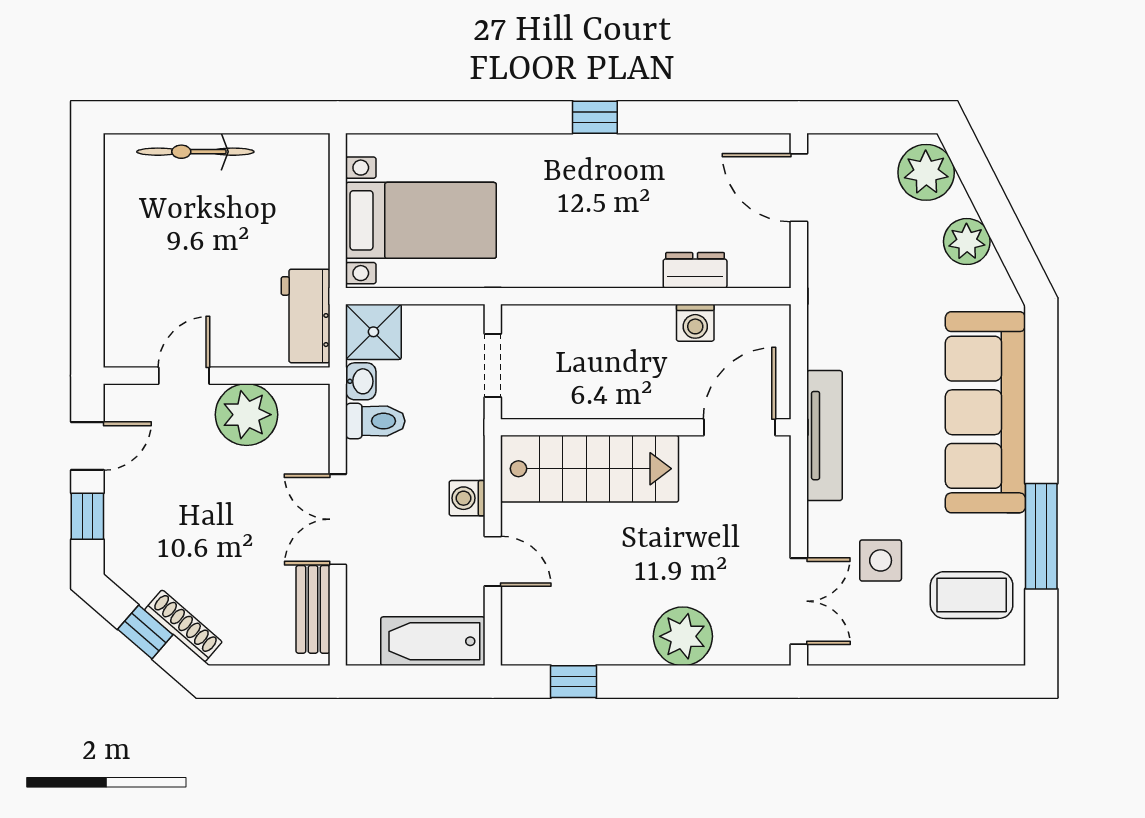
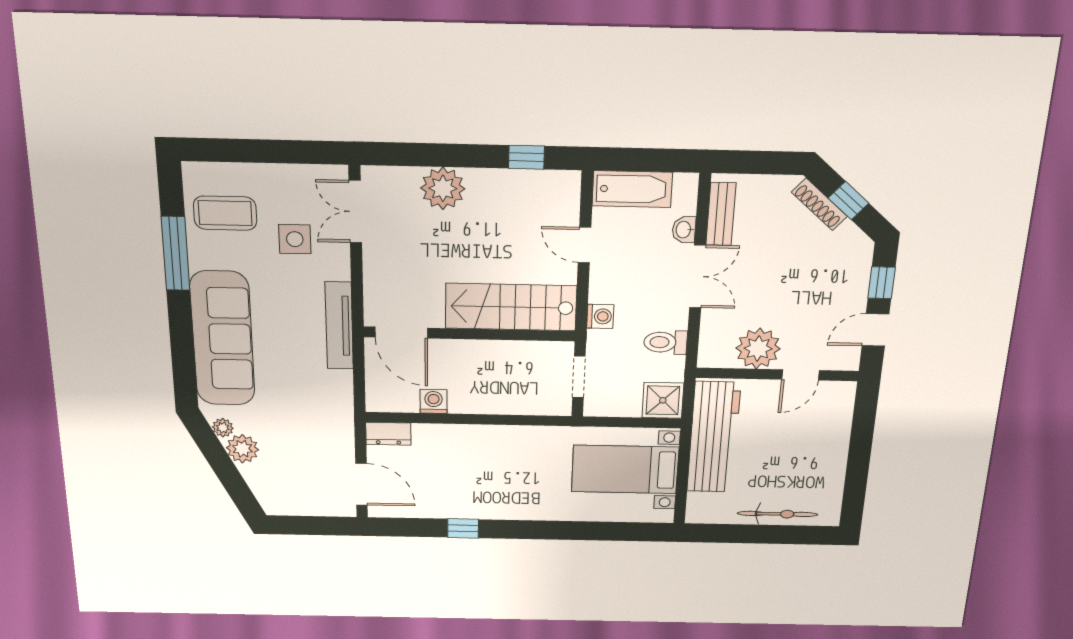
window: (595, 117) -> (463, 528), moved
plant: (926, 172) -> (223, 428), moved, width x0.53, depth x0.53
dresser: (695, 270) -> (388, 434), moved
workbench: (306, 316) -> (714, 437), width x1.88, depth x1.32
washbasin: (361, 381) -> (684, 230), moved
door: (739, 427) -> (401, 333), hinge flipped
washing machine: (467, 498) -> (600, 316), moved

